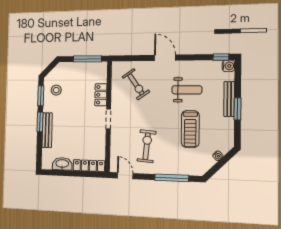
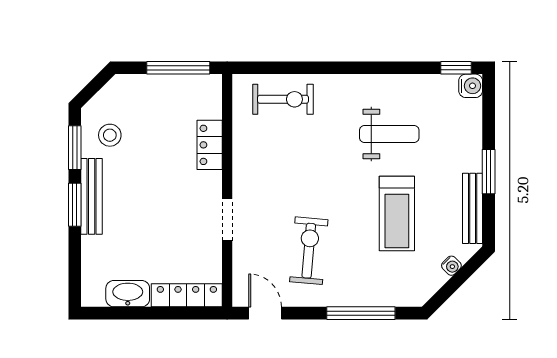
door: (165, 58) -> (344, 68), removed
exercise bike: (136, 84) -> (283, 99), moved, turned -55
bench: (229, 99) -> (473, 208), moved
doorway: (108, 119) -> (227, 220), moved
bench: (47, 130) -> (92, 196), moved

